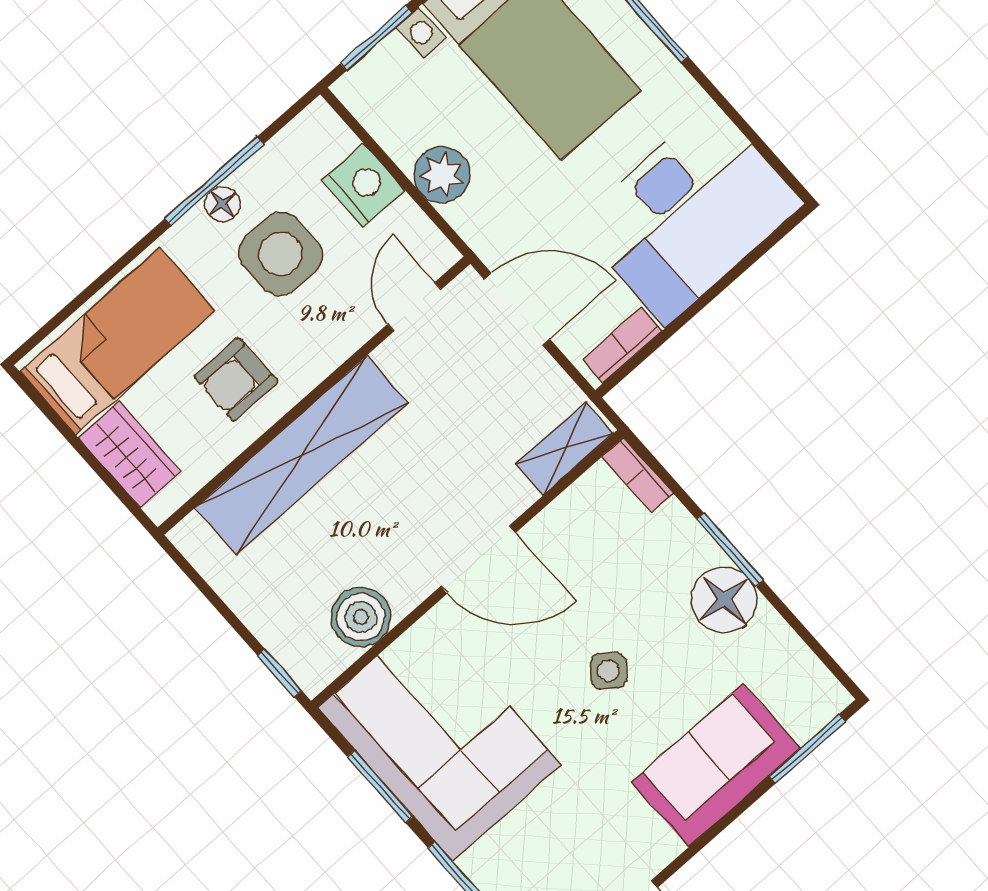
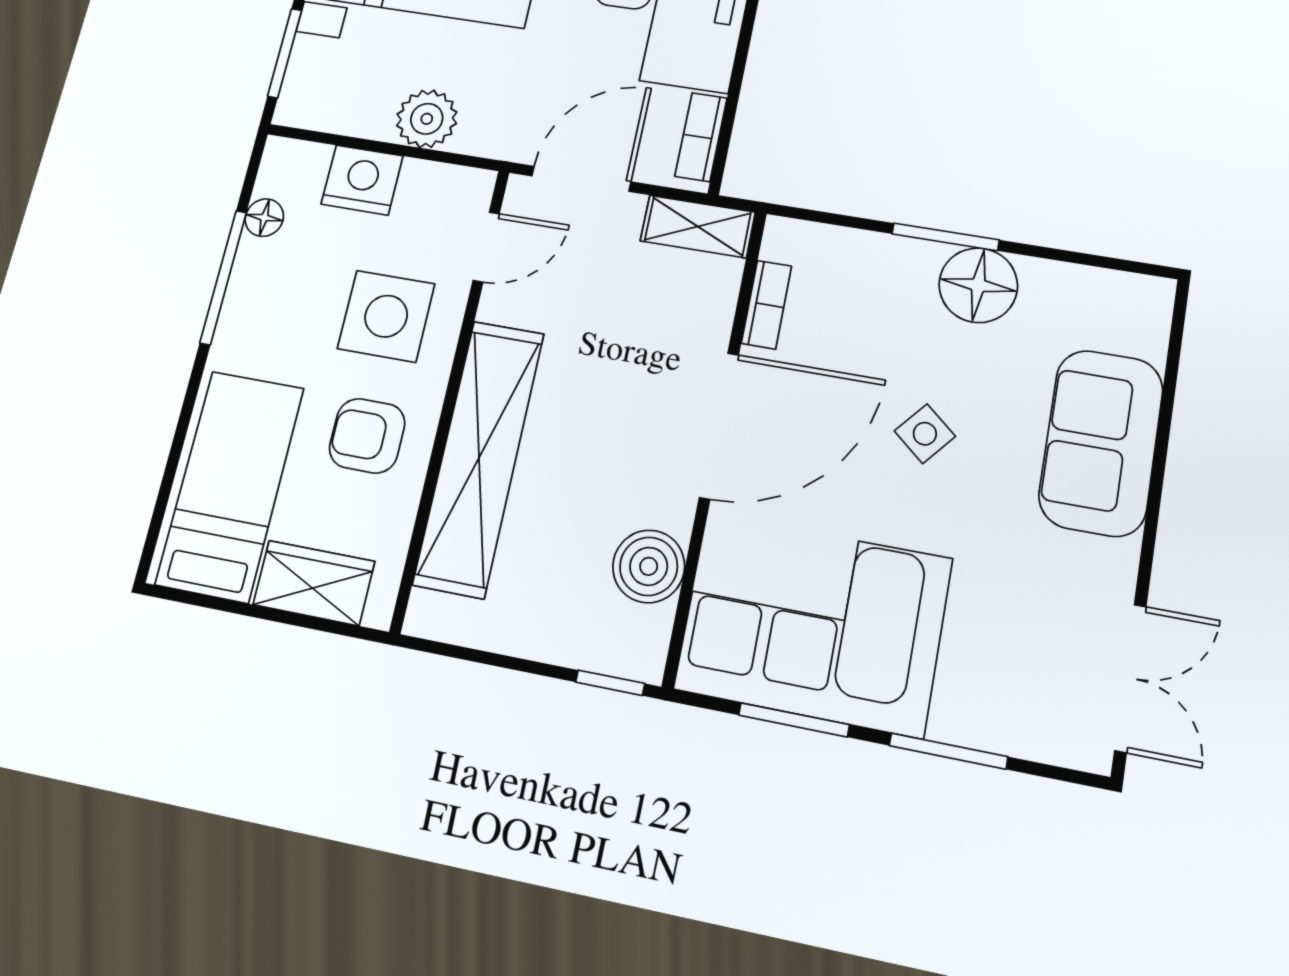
floor lamp: (222, 204) -> (264, 218), moved
side table: (280, 254) -> (386, 316), moved
door: (414, 307) -> (486, 247), swing flipped
armchair: (236, 379) -> (367, 436), turned 90
shelving: (565, 448) -> (698, 227), moved, turned 90
bookcase: (637, 475) -> (766, 305), moved, turned -90
door: (478, 559) -> (719, 426), width x1.36
window: (807, 749) -> (1173, 360), removed

